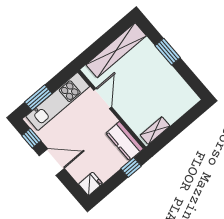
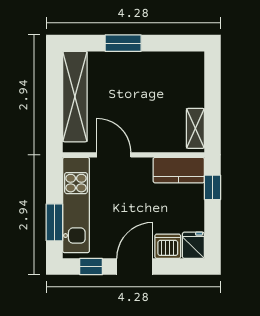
dishwasher: (78, 170) -> (168, 246), added

